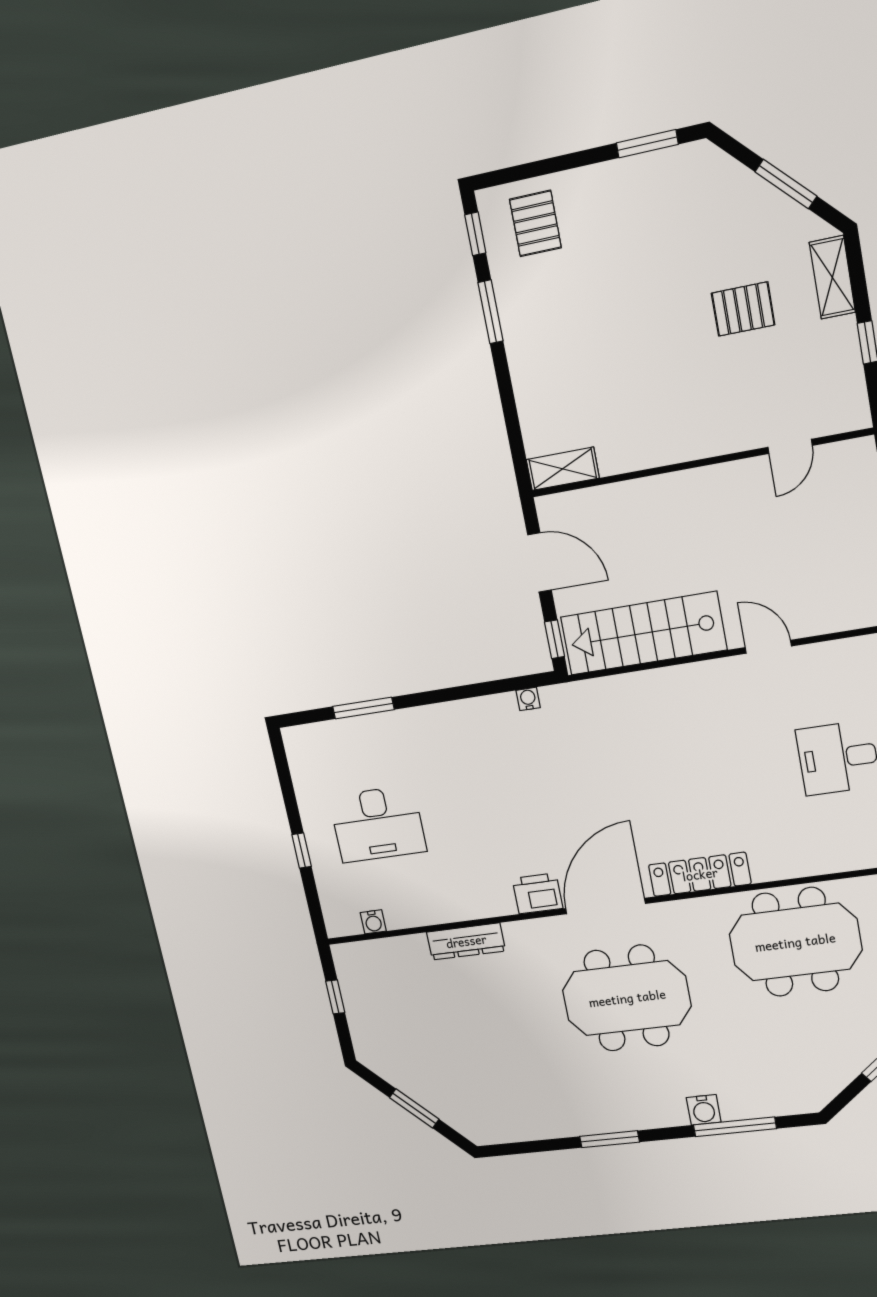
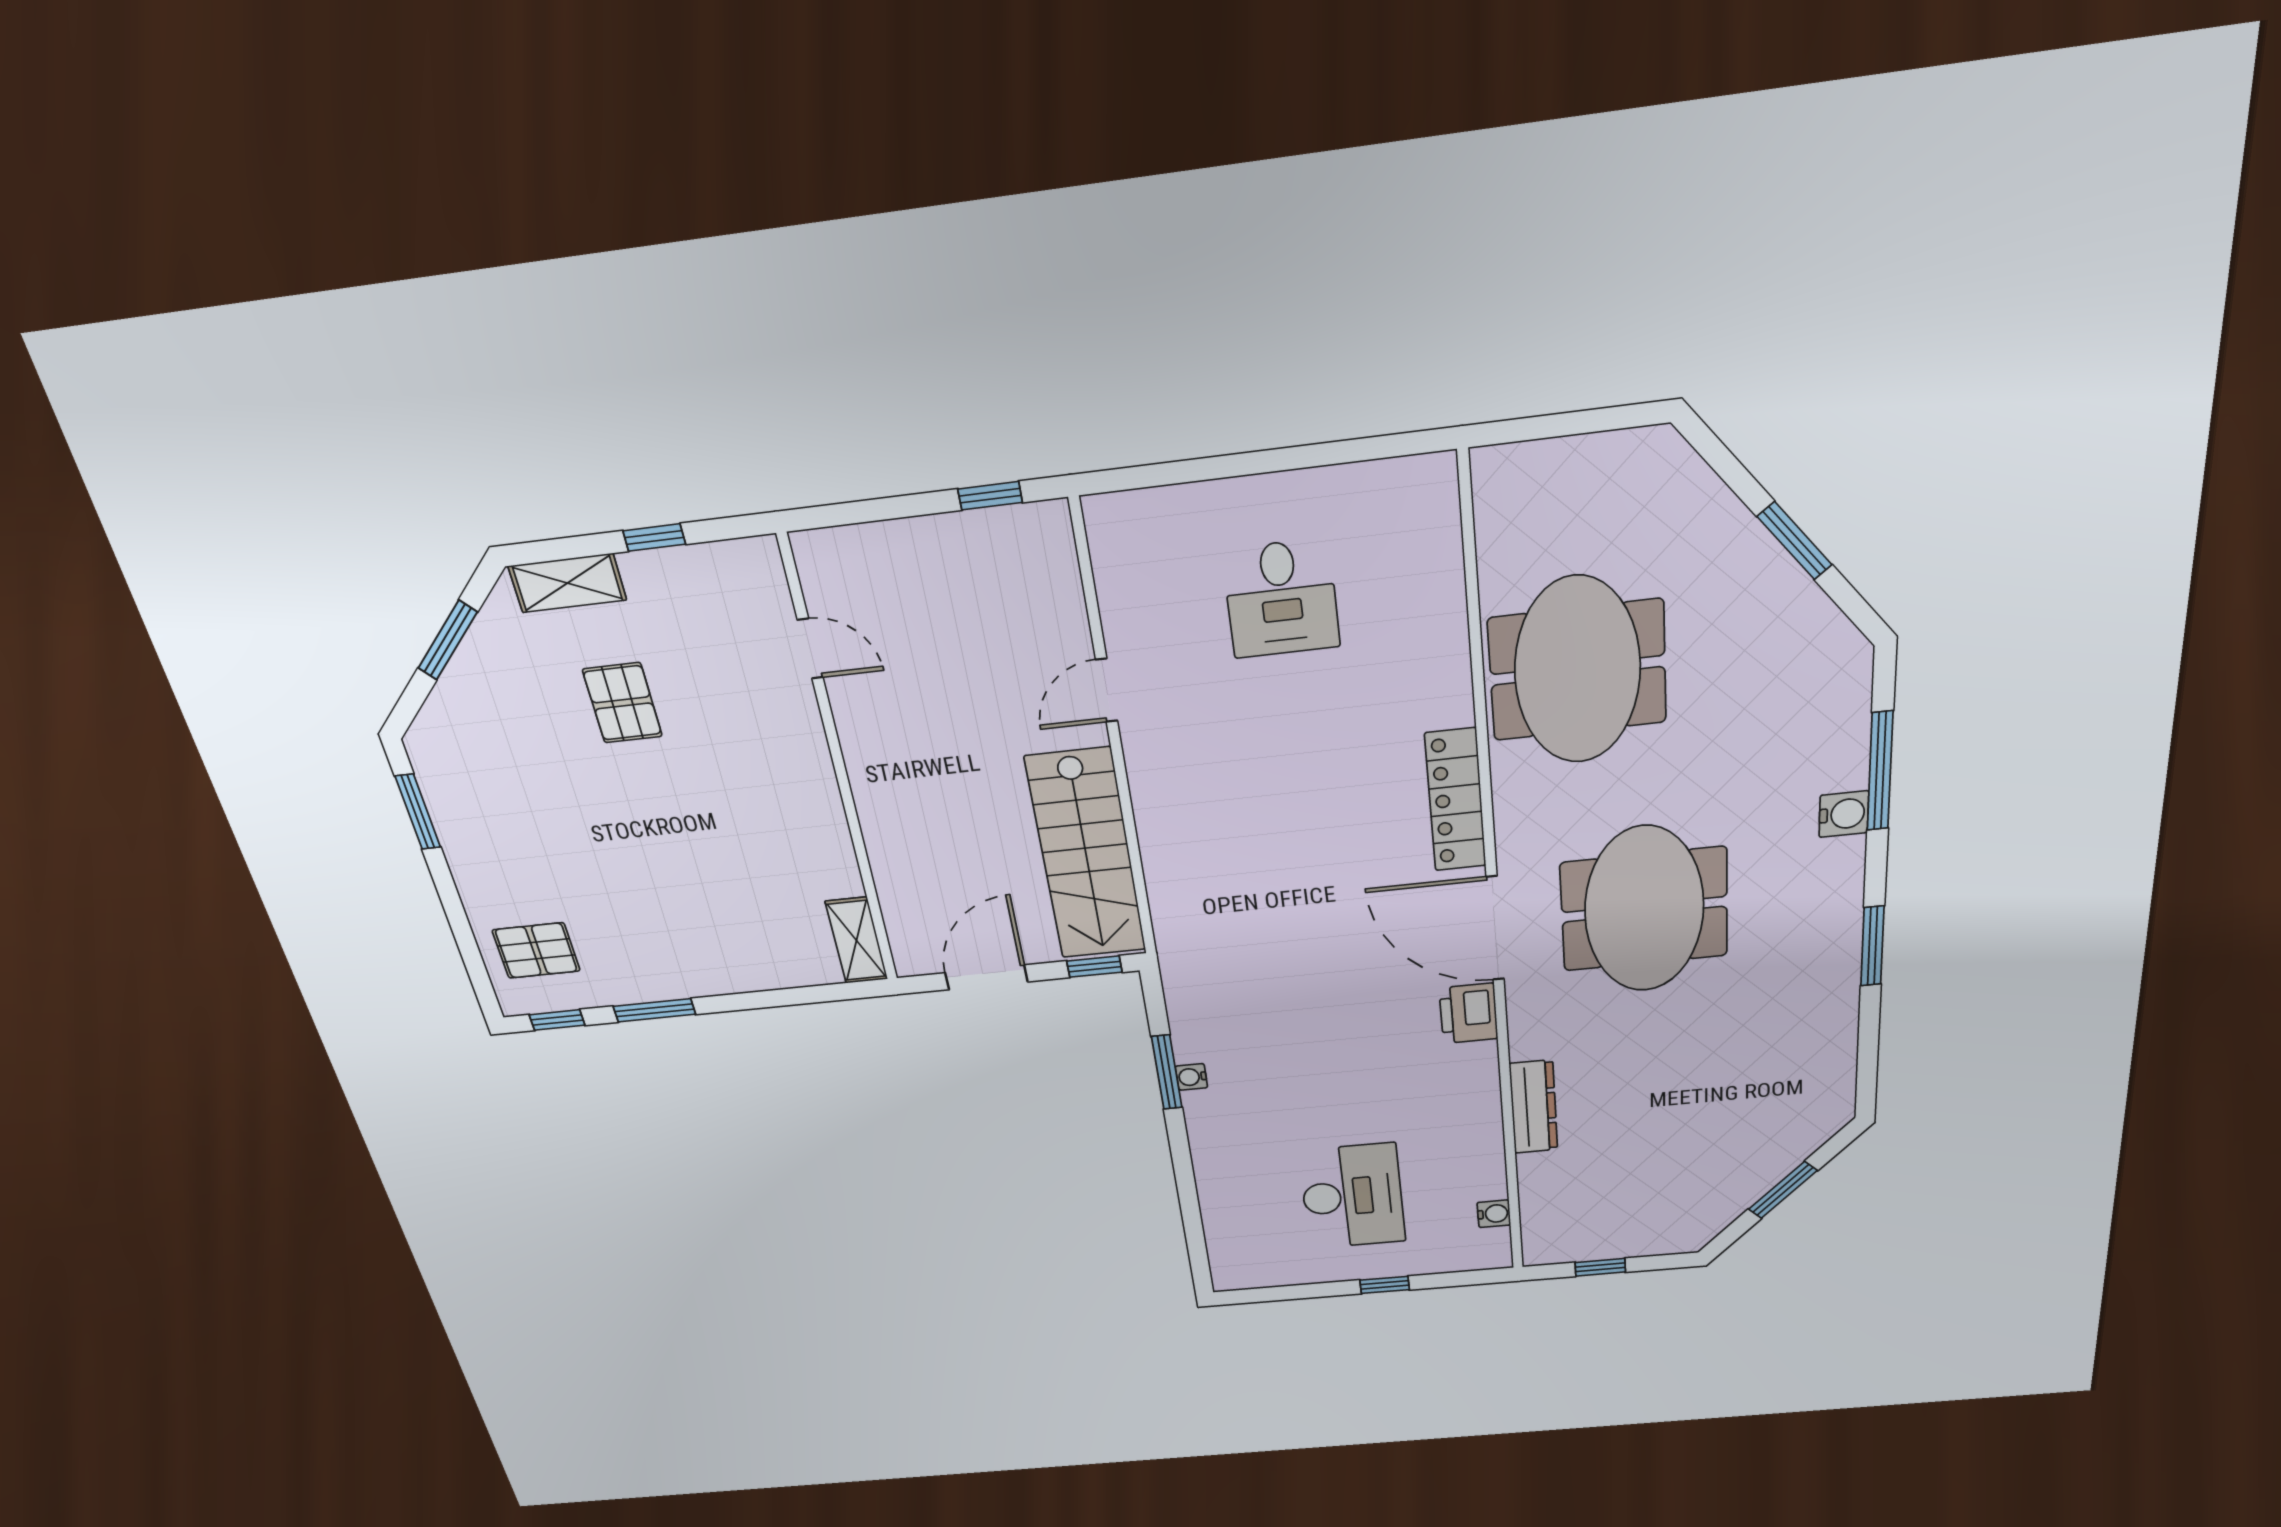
water cooler: (528, 699) -> (1191, 1077), moved
window: (363, 708) -> (1167, 1072), moved

